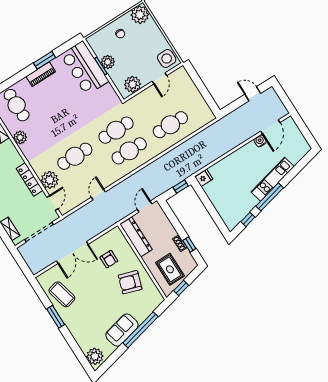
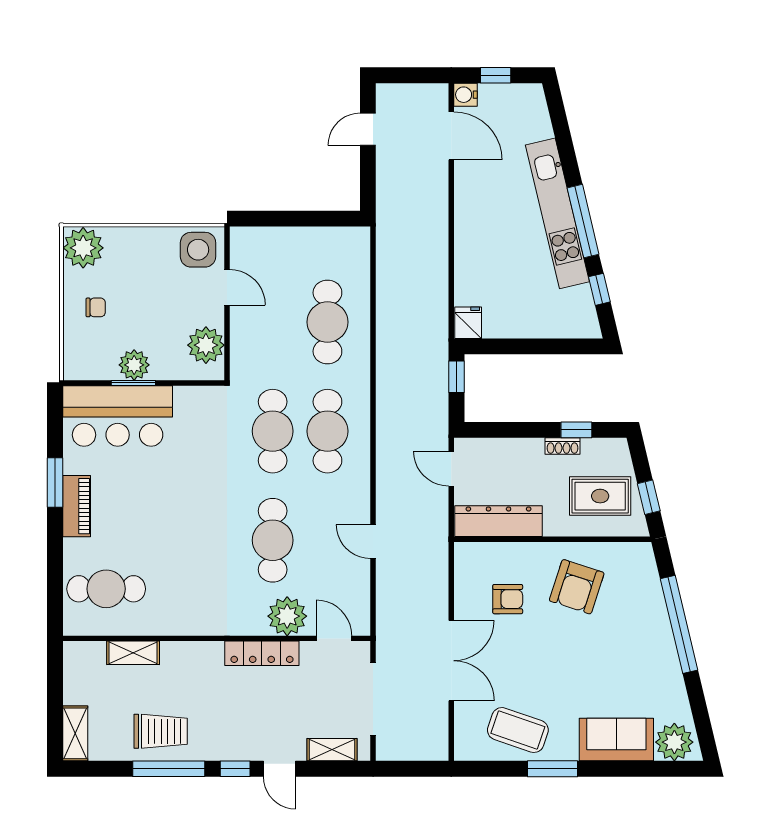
window: (304, 129) -> (496, 75), added
plant: (20, 137) -> (172, 621), removed
water cooler: (260, 141) -> (465, 95), moved
kitchen unit: (273, 179) -> (557, 213), width x1.36
coffee table: (62, 294) -> (518, 730), turned 33
sofa: (122, 330) -> (616, 740), moved, turned 103

